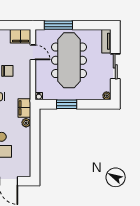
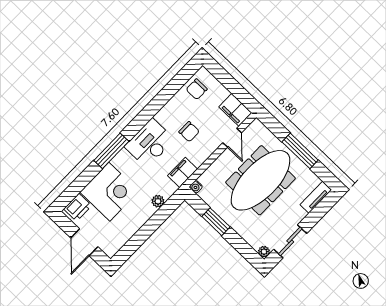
window: (58, 25) -> (300, 151), moved
sliding door: (115, 66) -> (290, 241), moved
filing cabinet: (24, 108) -> (183, 172), moved

